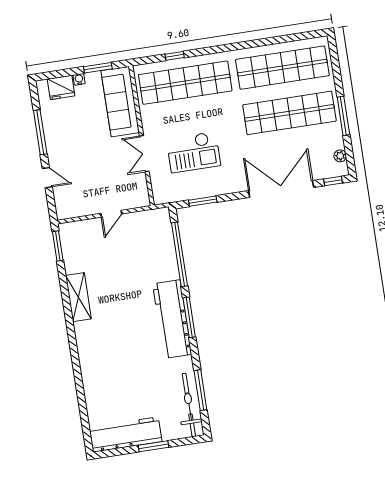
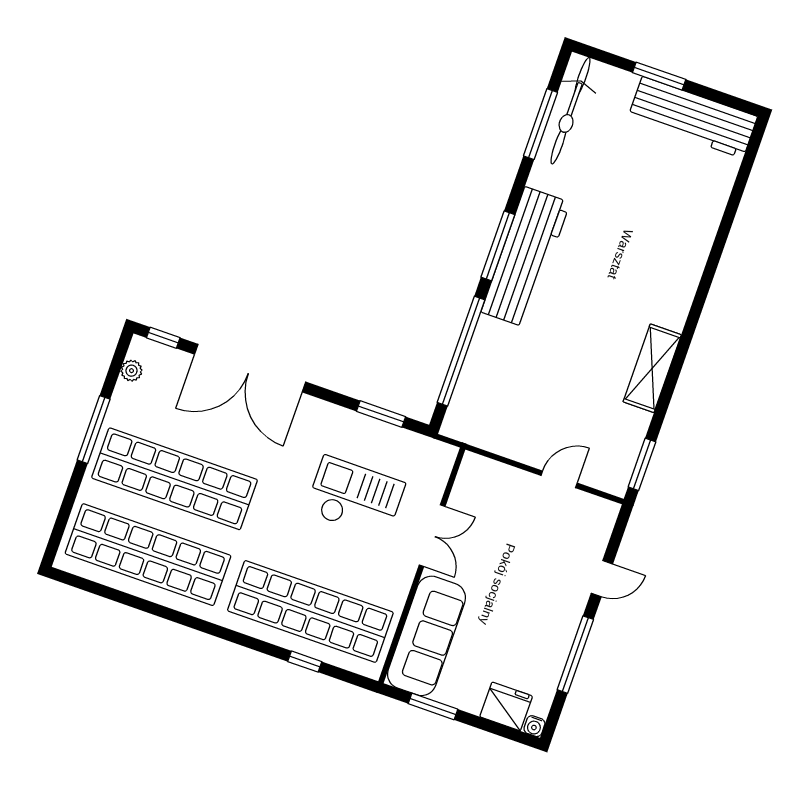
water cooler: (79, 79) -> (534, 726), moved
door: (47, 178) -> (602, 579), swing flipped
door: (111, 214) -> (559, 479), moved

